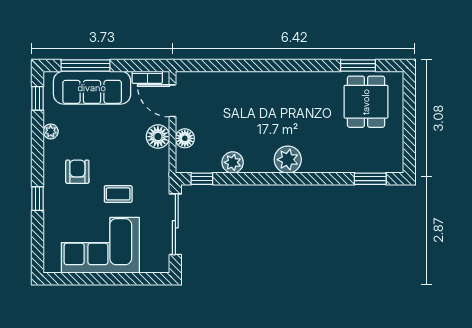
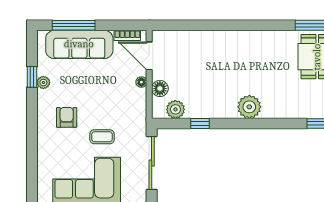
window: (38, 98) -> (32, 77), moved
floor lamp: (158, 137) -> (141, 82), width x0.53, depth x0.53
plant: (233, 162) -> (175, 109), moved
window: (202, 179) -> (200, 124), moved
window: (38, 199) -> (32, 141), removed

